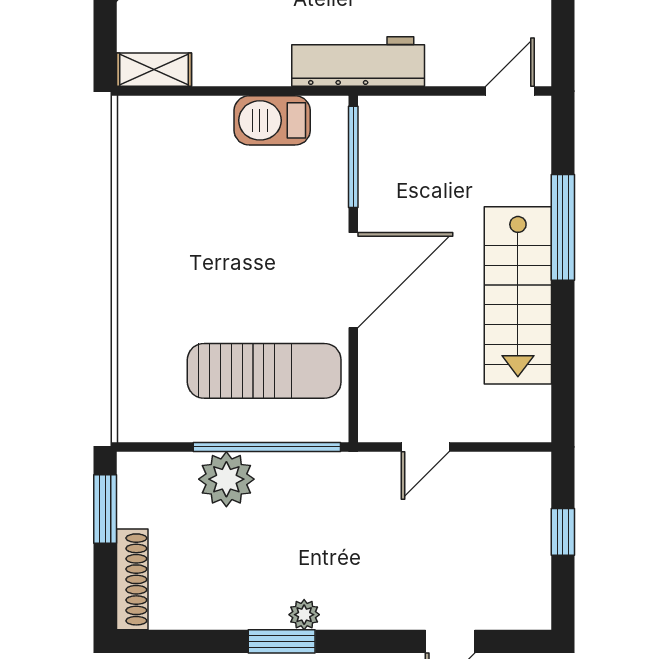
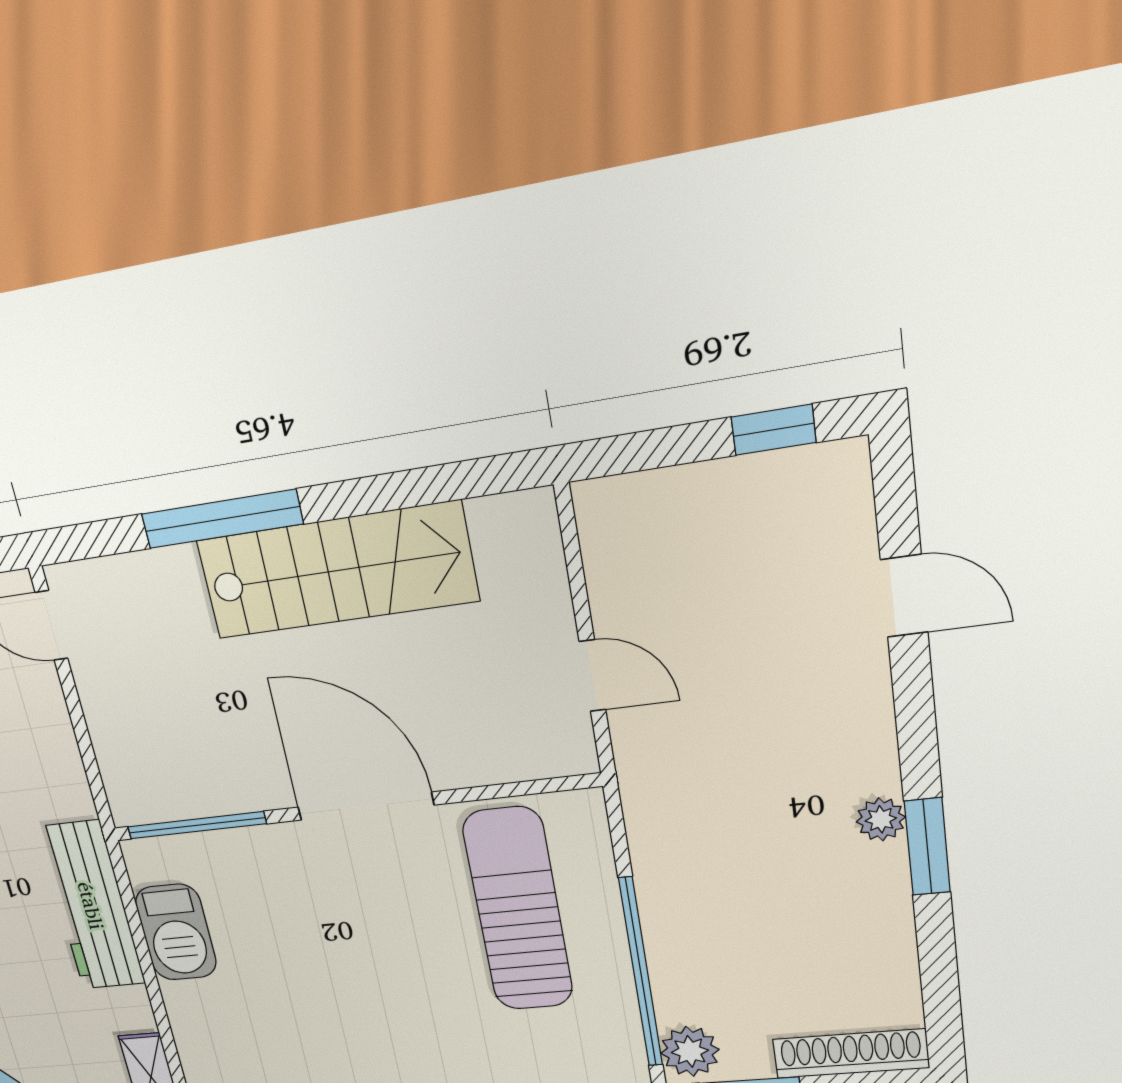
workbench: (358, 62) -> (91, 906), moved
window: (267, 447) -> (641, 973), moved
plant: (226, 479) -> (690, 1051), moved, width x0.73, depth x0.73
window: (563, 532) -> (774, 430), moved

